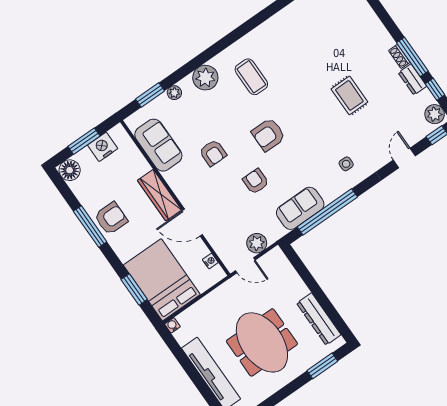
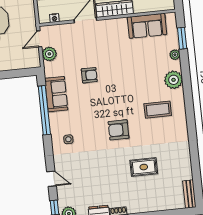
rug: (349, 95) -> (144, 167), moved
armchair: (268, 135) -> (118, 130), moved, turned -90
armchair: (213, 153) -> (123, 58), removed

